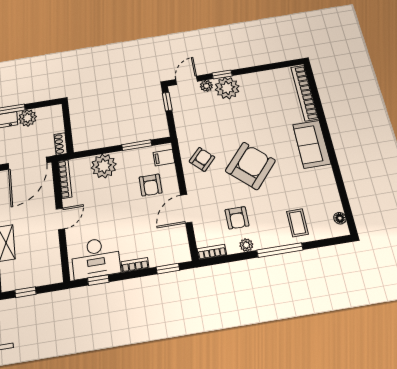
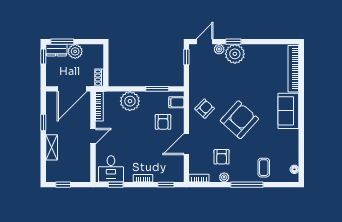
desk: (96, 258) -> (111, 169), width x0.73

